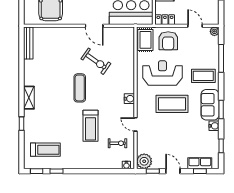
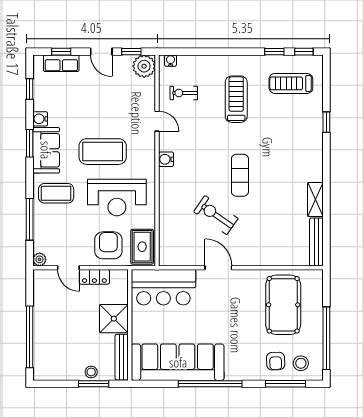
locker: (165, 20) -> (94, 277), moved
shelving: (29, 98) -> (315, 199), moved
treadmill: (91, 126) -> (236, 99), moved

